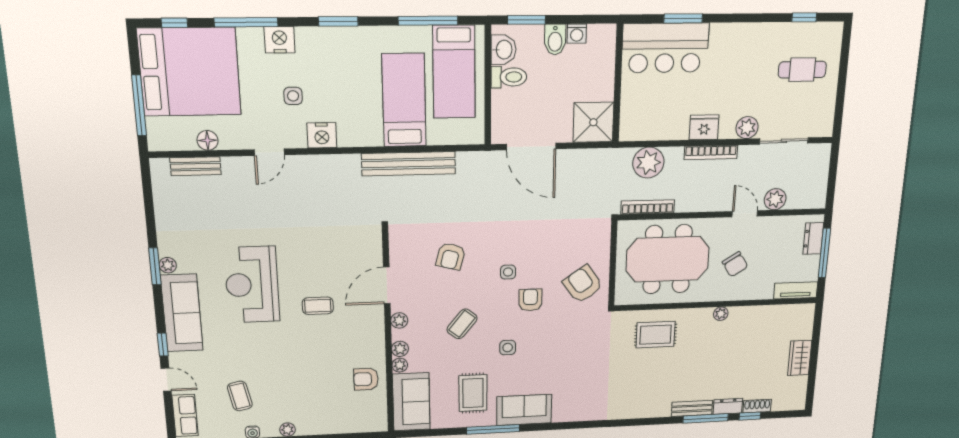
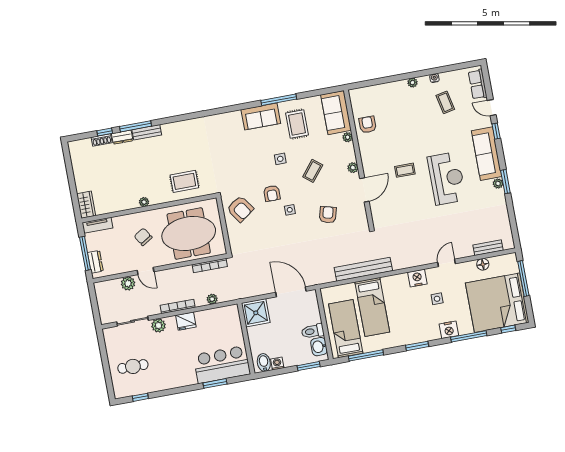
bidet: (555, 40) -> (264, 362), moved
plant: (648, 163) -> (212, 299), width x0.53, depth x0.53
plant: (400, 349) -> (349, 148), removed
wardrobe: (800, 358) -> (86, 205), moved
armchair: (366, 379) -> (368, 125), turned -90

